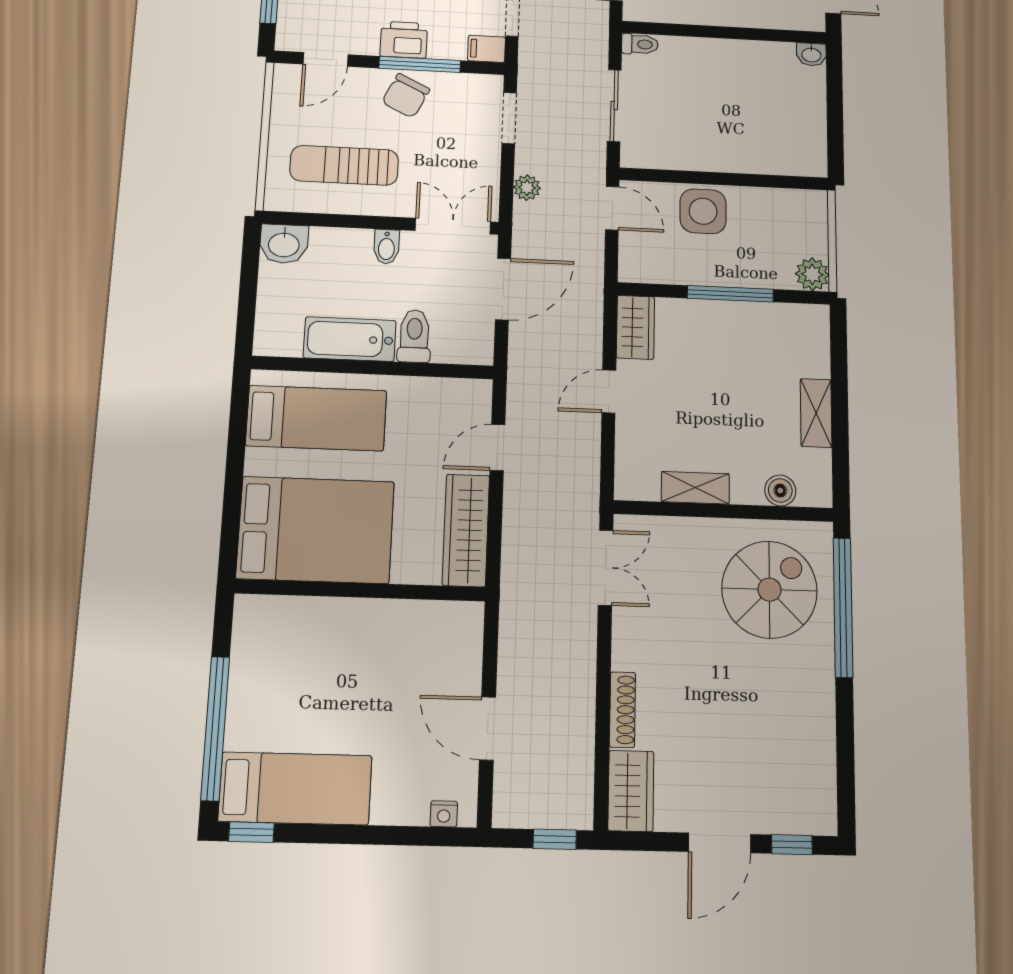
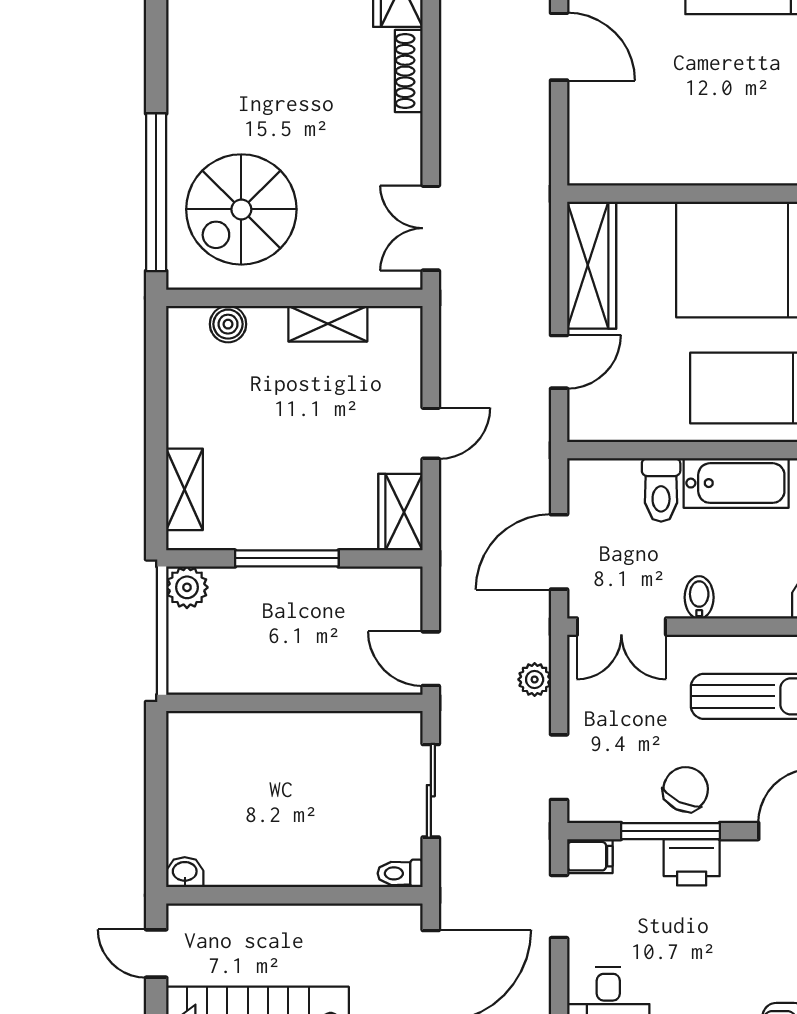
side table: (703, 211) -> (320, 660), removed
shelving: (816, 413) -> (185, 489), moved

